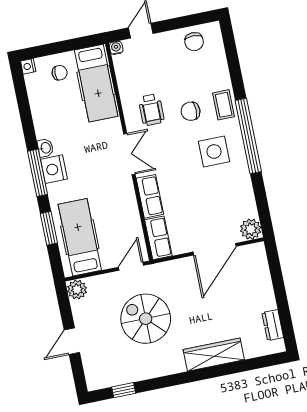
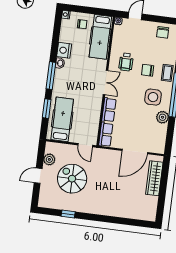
nightstand: (54, 169) -> (64, 50), moved
plant: (251, 229) -> (163, 117), moved
door: (131, 266) -> (85, 145), swing flipped
plant: (77, 290) -> (49, 159), moved
spiral stairs: (146, 319) -> (72, 179), moved
dresser: (273, 325) -> (153, 205), removed
wardrobe: (214, 355) -> (154, 178), moved, turned -90
window: (124, 390) -> (68, 214), moved

